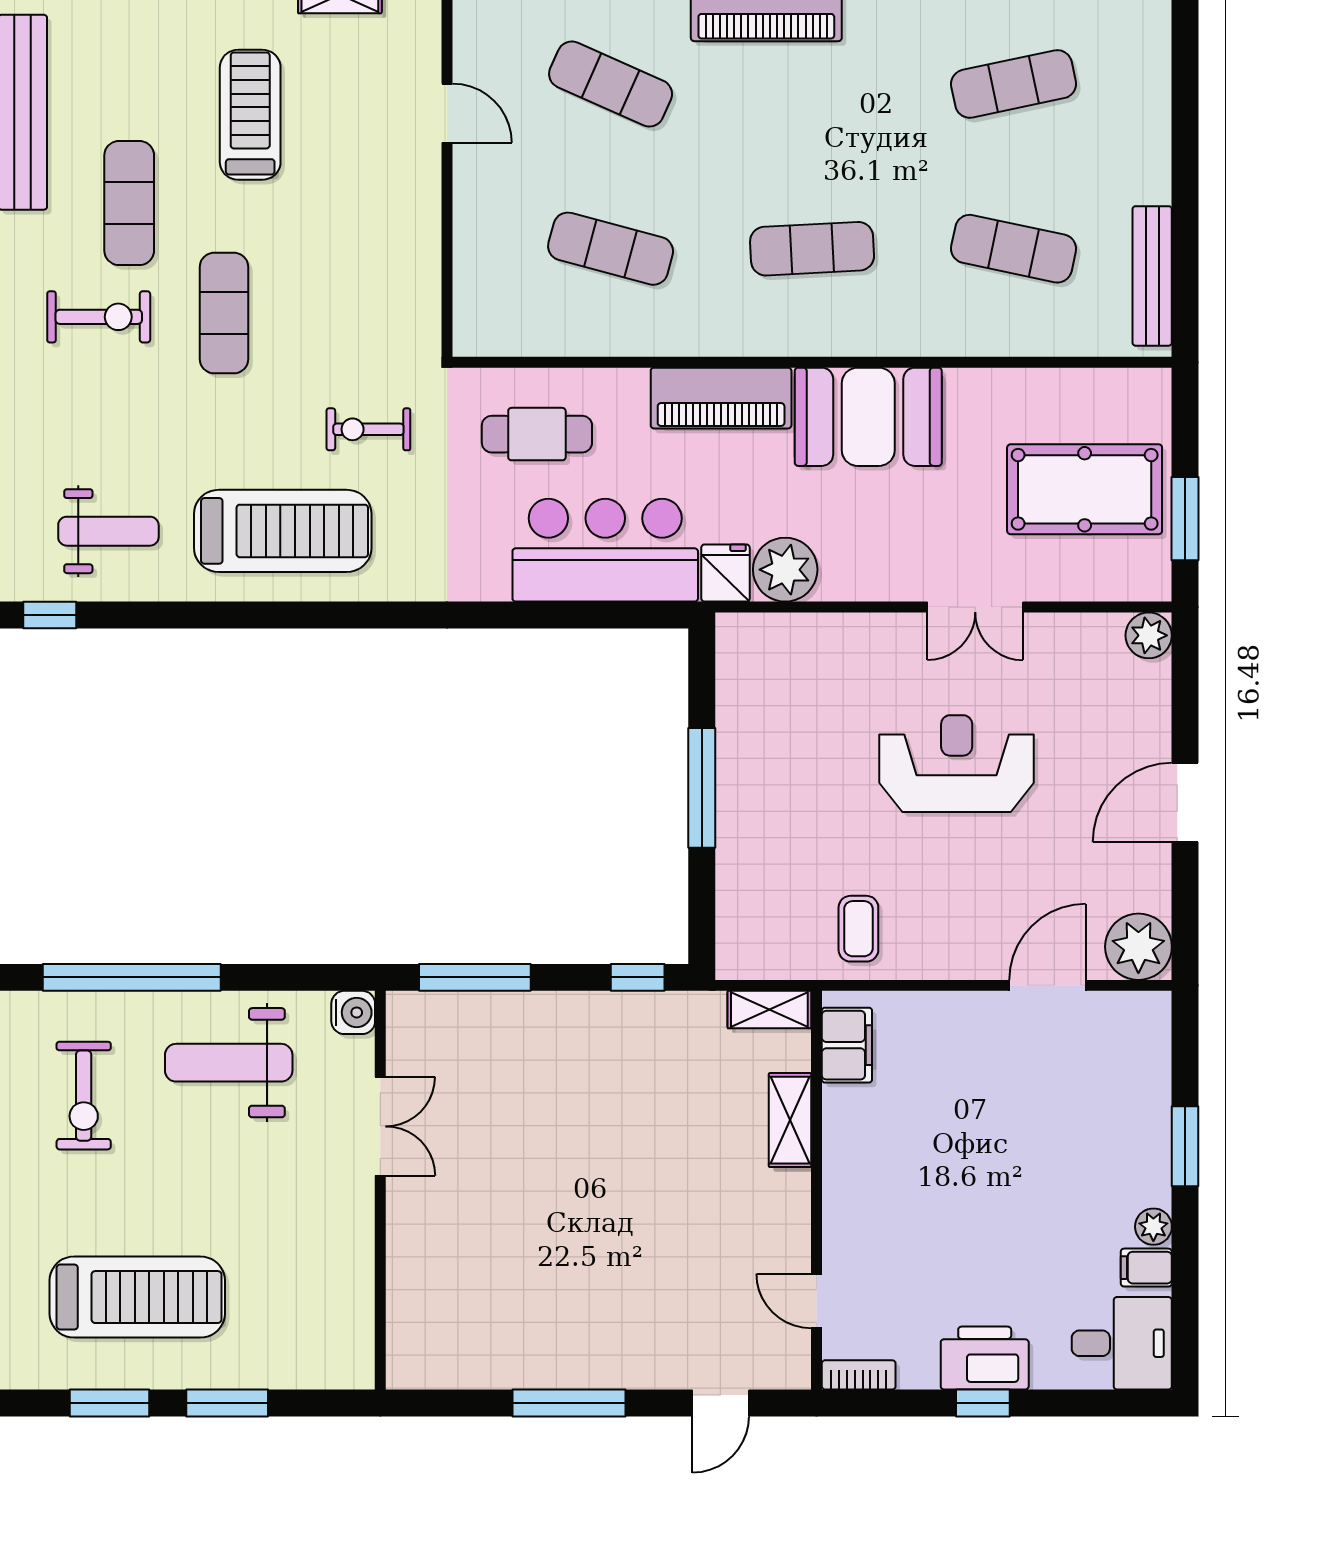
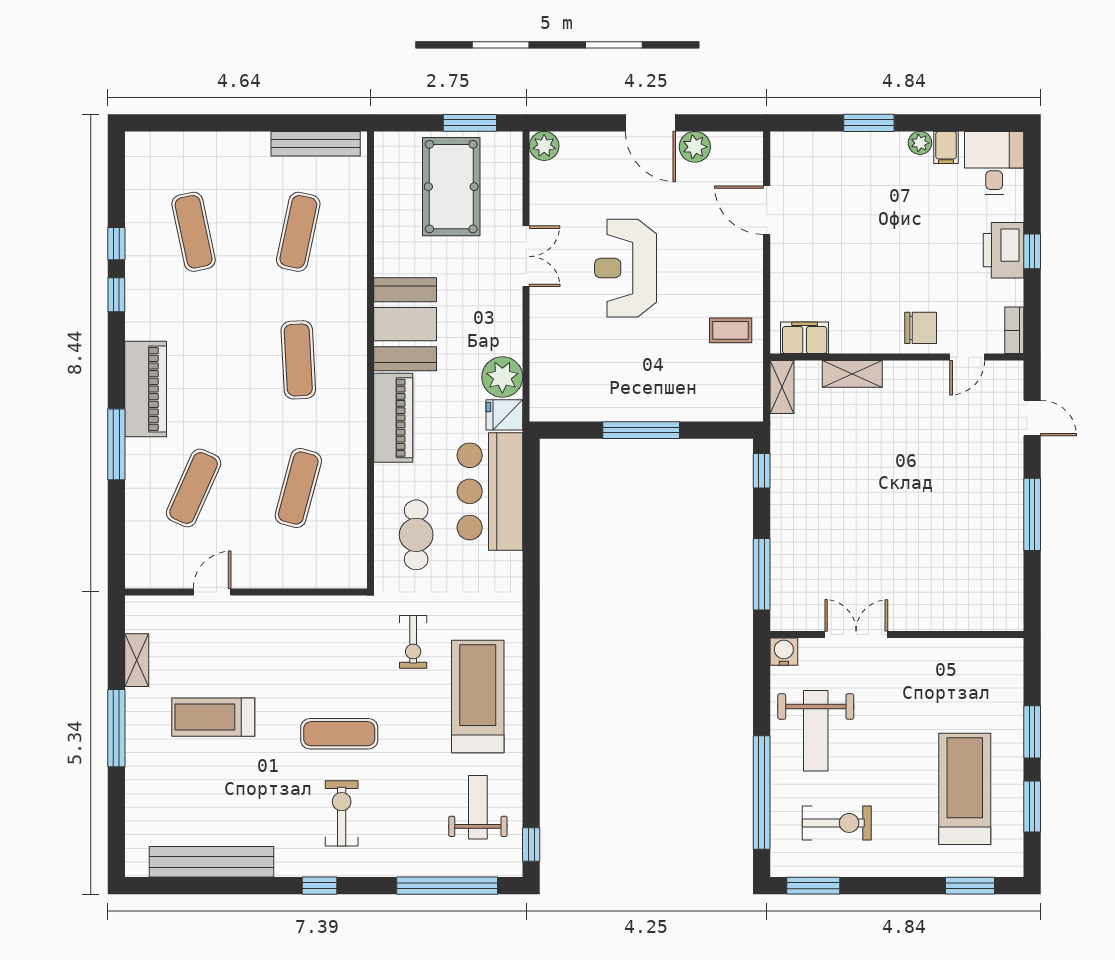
exercise mat: (129, 203) -> (269, 794), removed
plant: (1138, 947) -> (695, 147), moved, width x0.73, depth x0.73
chair: (862, 1228) -> (921, 328), added

